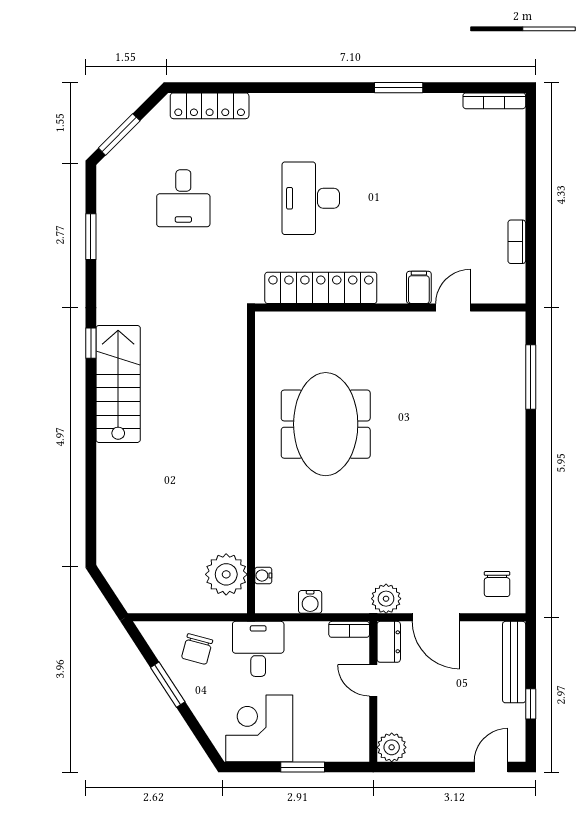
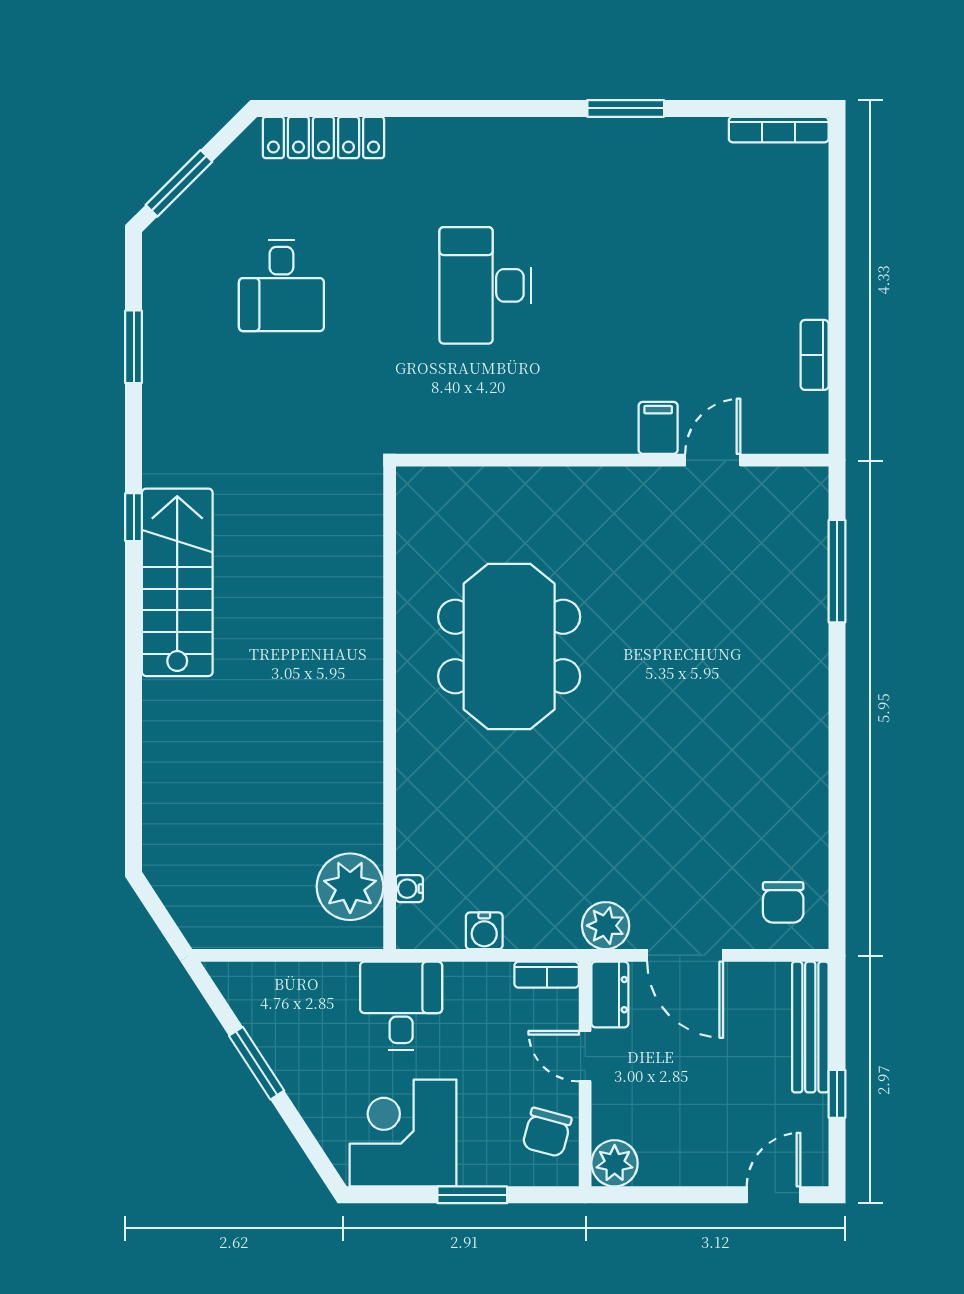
locker: (321, 288) -> (501, 429), removed
chair: (197, 649) -> (547, 1132), moved

